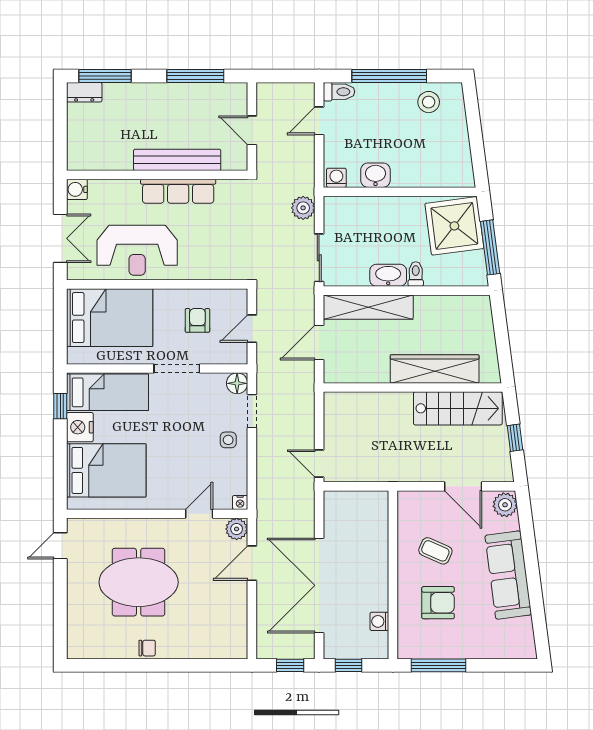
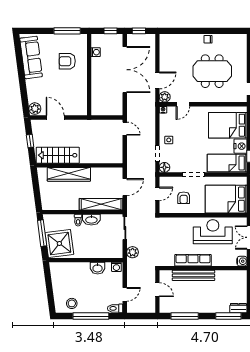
coffee table: (435, 551) -> (69, 86), removed
sofa: (508, 575) -> (31, 57), moved

